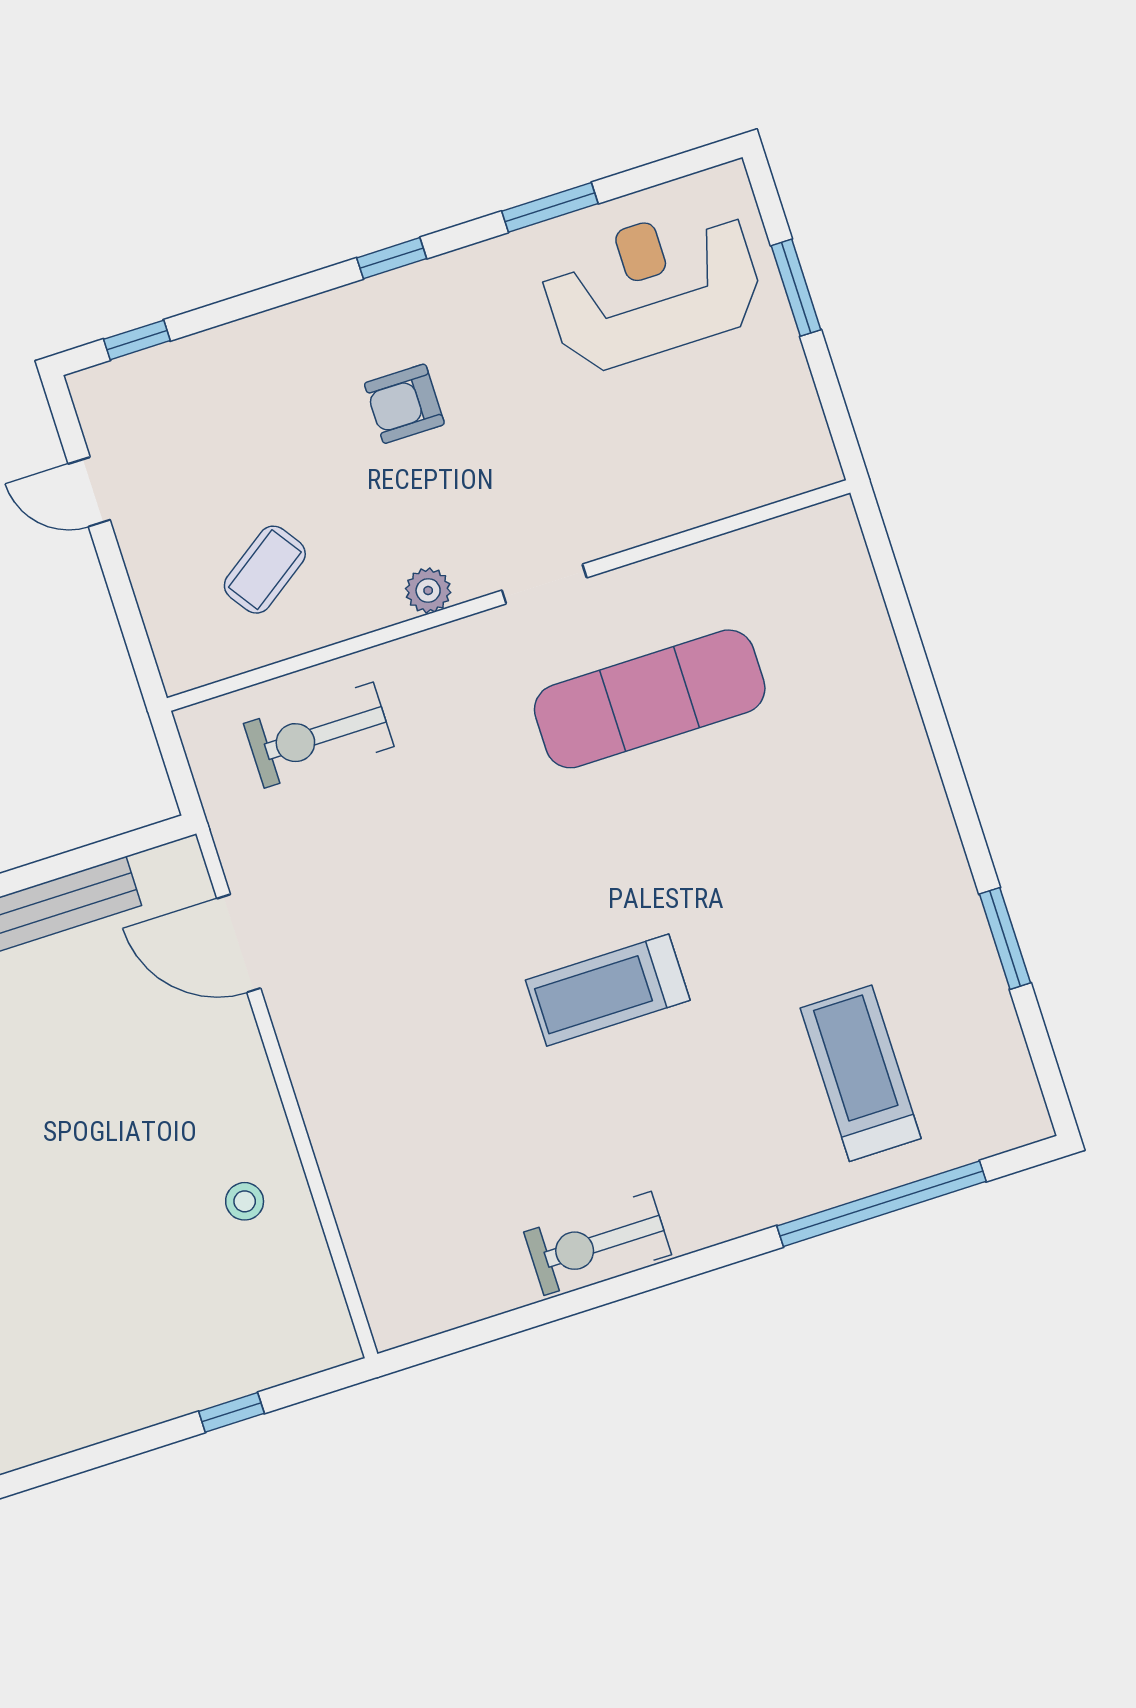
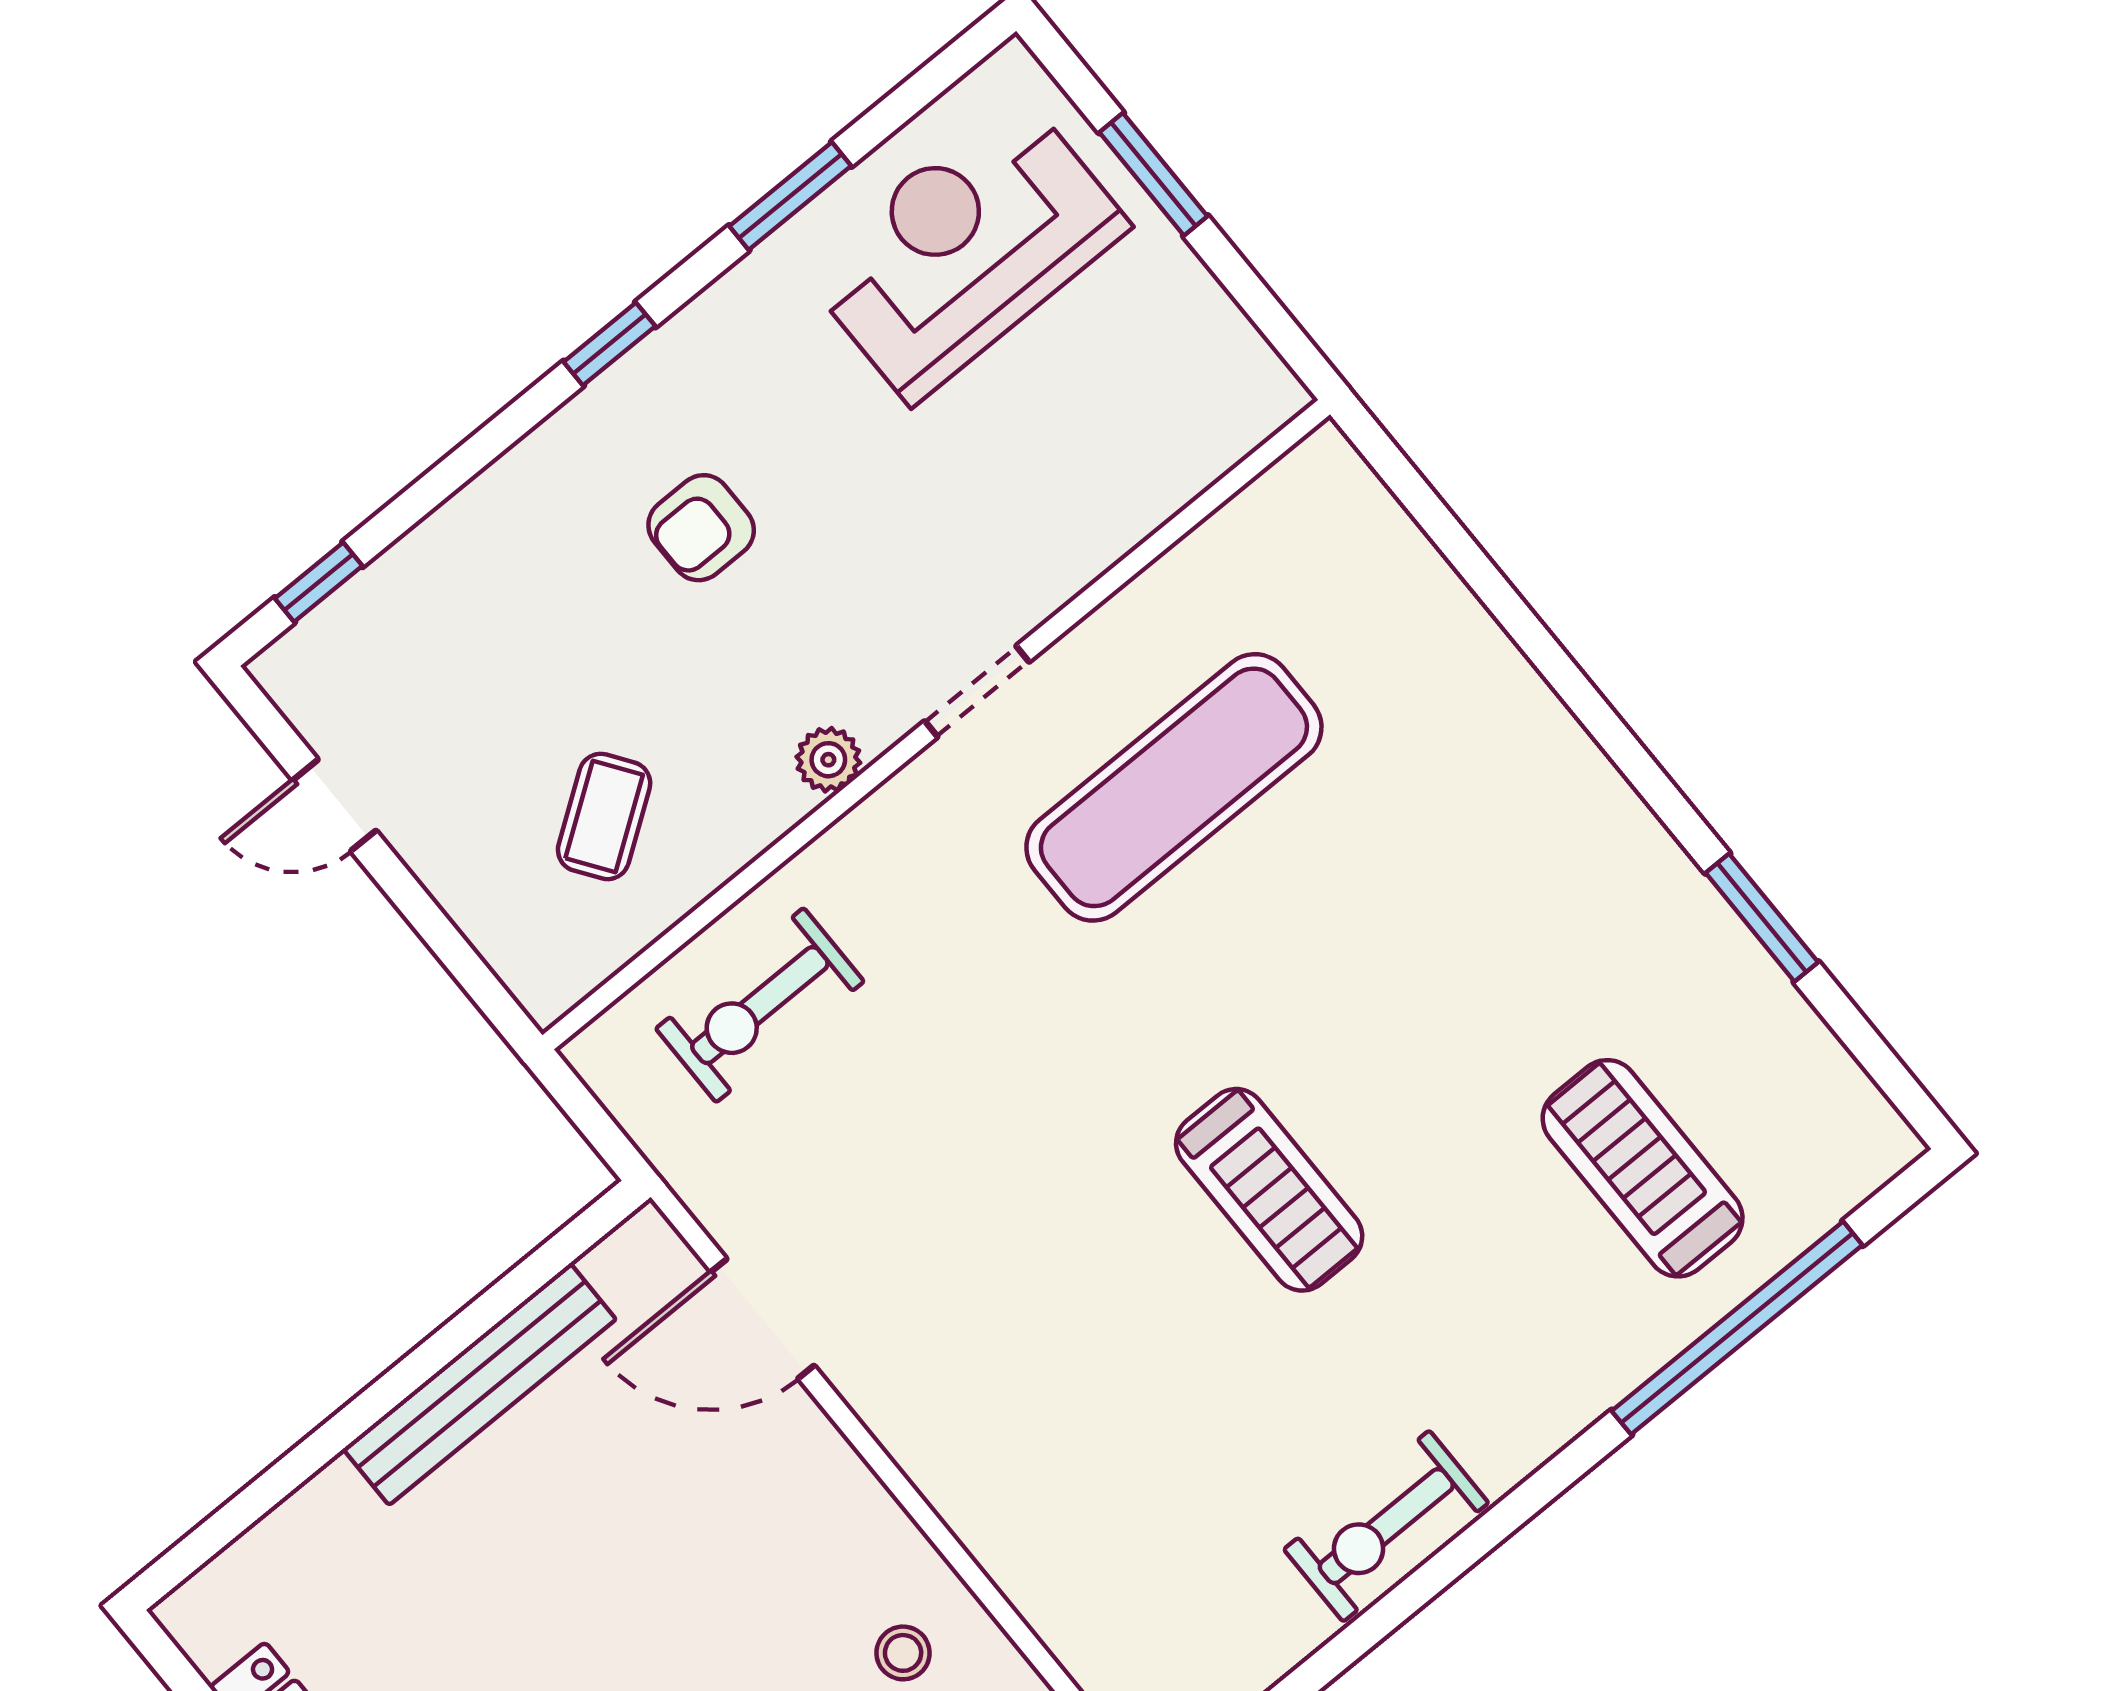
treadmill: (608, 990) -> (1269, 1190), turned -90

